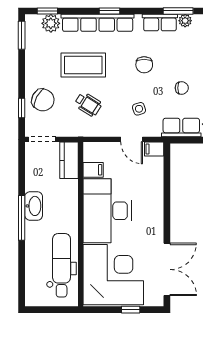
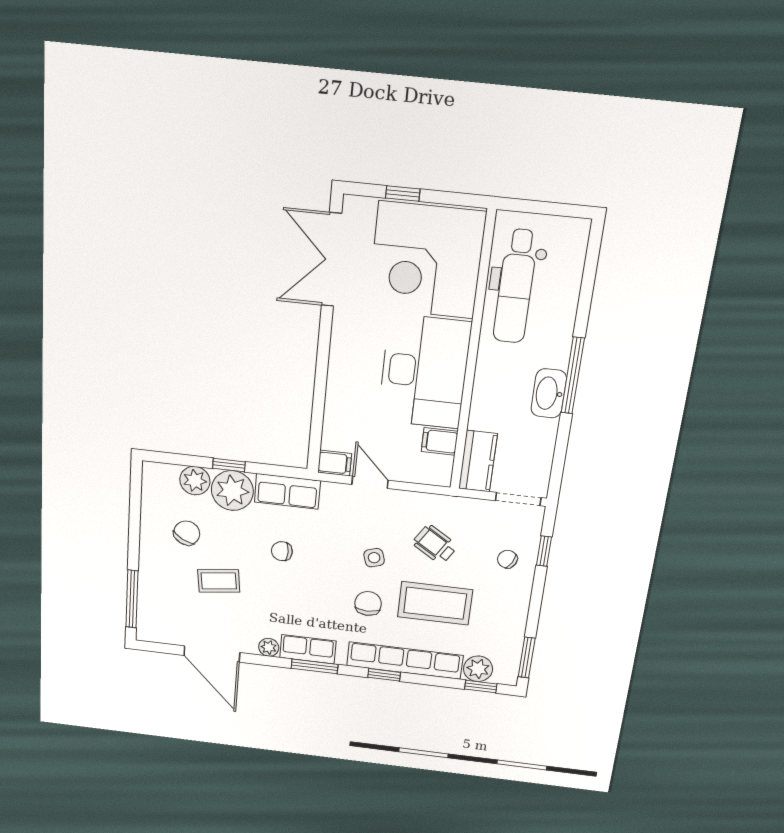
window: (178, 11) -> (314, 666), moved
chair: (144, 65) -> (368, 603), moved
chair: (43, 100) -> (507, 559), width x0.54, depth x0.54
side table: (139, 109) -> (374, 558), moved

